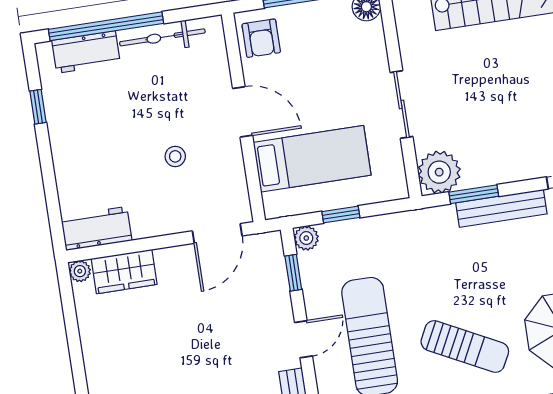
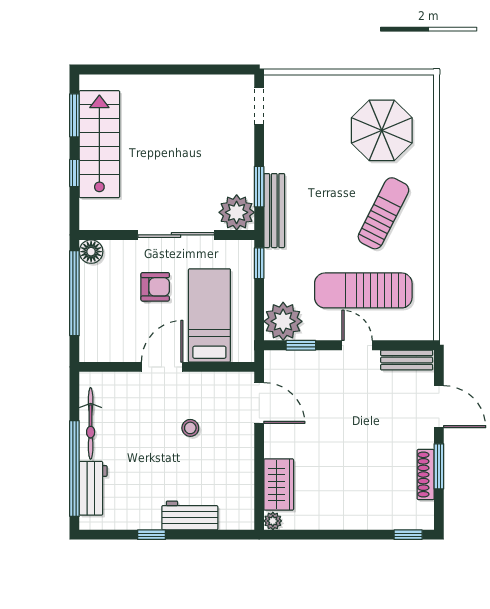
armchair: (261, 38) -> (155, 287), moved
sliding door: (401, 104) -> (176, 235), width x1.37
window: (38, 107) -> (151, 535), moved
bench: (501, 208) -> (274, 211), moved
window: (341, 215) -> (259, 263), moved
workbench: (96, 229) -> (190, 515), moved, turned 90
plant: (306, 238) -> (283, 321), width x1.87, depth x1.87

